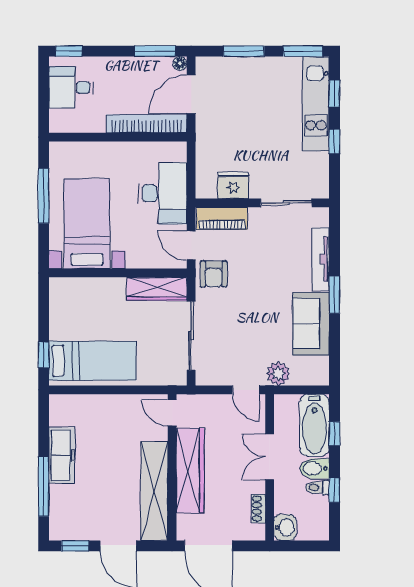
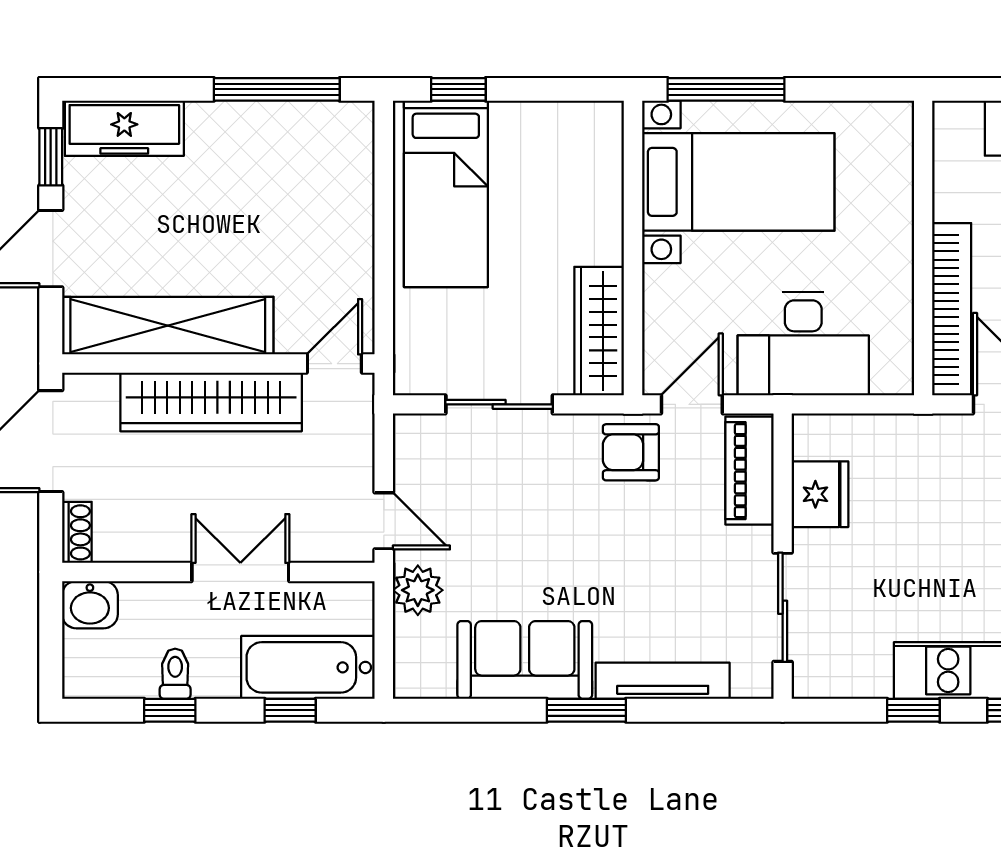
window: (44, 196) -> (726, 89), moved
sliding door: (191, 336) -> (499, 404), width x0.73
door: (246, 390) -> (384, 521), swing flipped
freezer: (62, 455) -> (124, 128), moved
bidet: (314, 468) -> (216, 667), removed
window: (44, 487) -> (277, 89), moved
shoe rack: (259, 508) -> (77, 532), moved, turned 90

